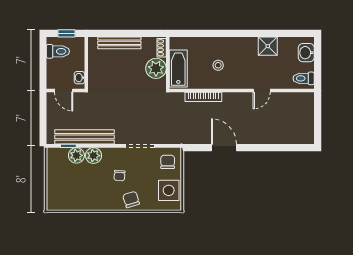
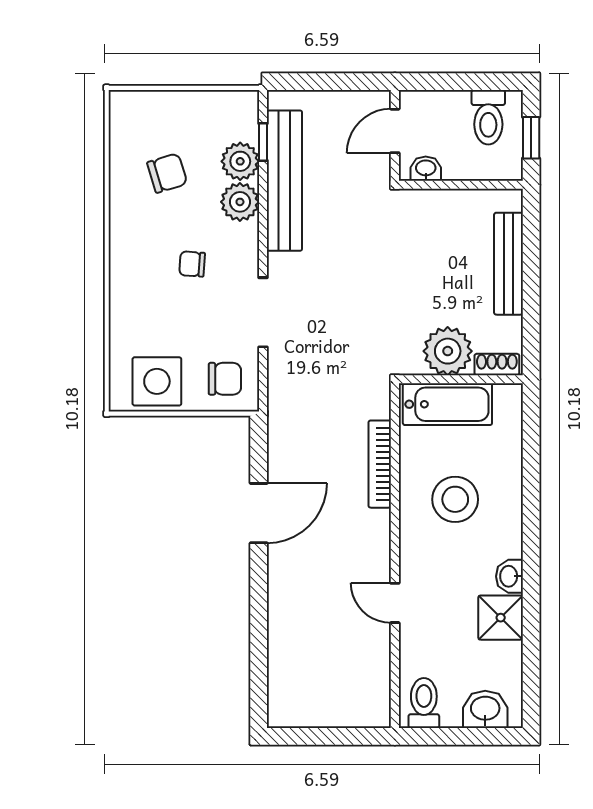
washbasin: (250, 42) -> (509, 576), added
stool: (218, 65) -> (455, 499), width x1.89, depth x1.89
chair: (131, 199) -> (167, 173), moved

